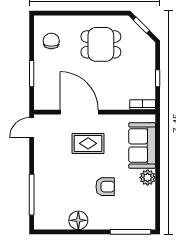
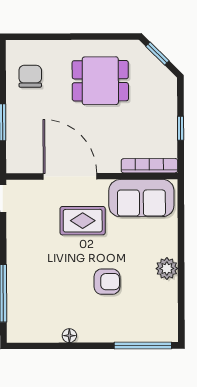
bookcase: (143, 105) -> (149, 166), width x1.56
sofa: (142, 145) -> (141, 198), moved, turned -90
floor lamp: (78, 220) -> (69, 336), width x0.53, depth x0.53

